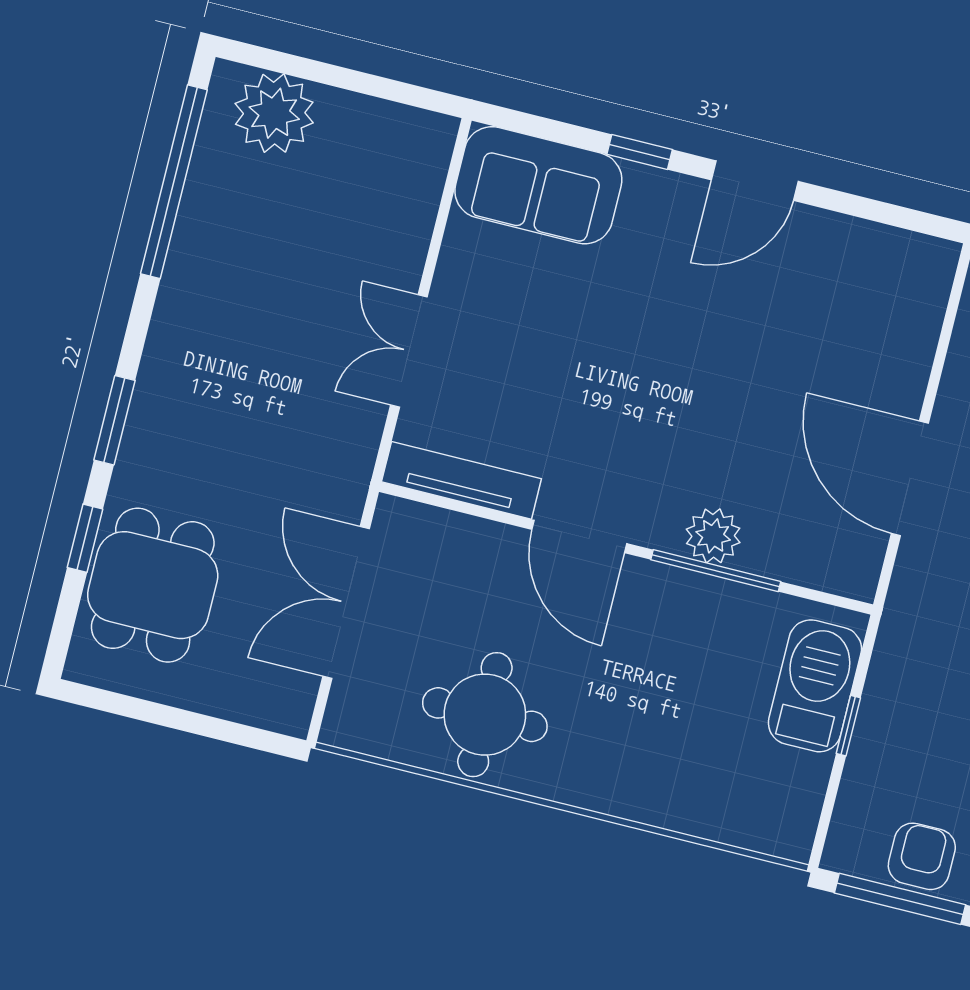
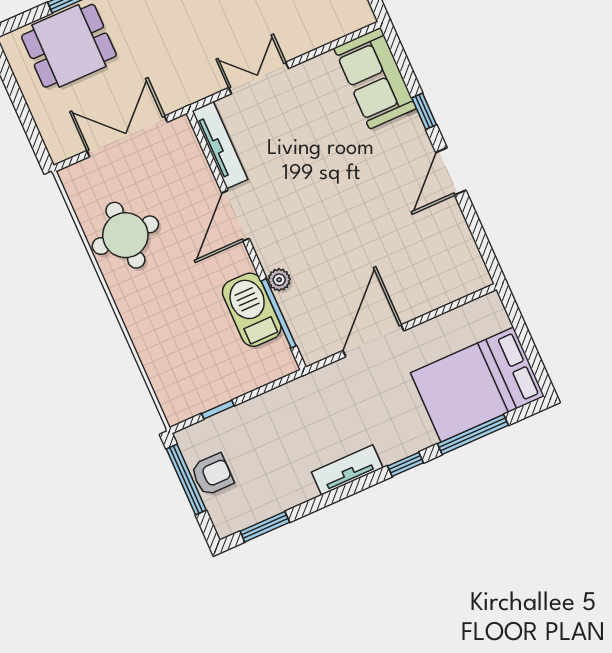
door: (755, 181) -> (451, 171), hinge flipped
plant: (713, 536) -> (279, 280), width x0.73, depth x0.73
window: (716, 571) -> (279, 313), moved
barbecue: (815, 686) -> (252, 310), moved, turned -90
window: (848, 726) -> (218, 410), moved

